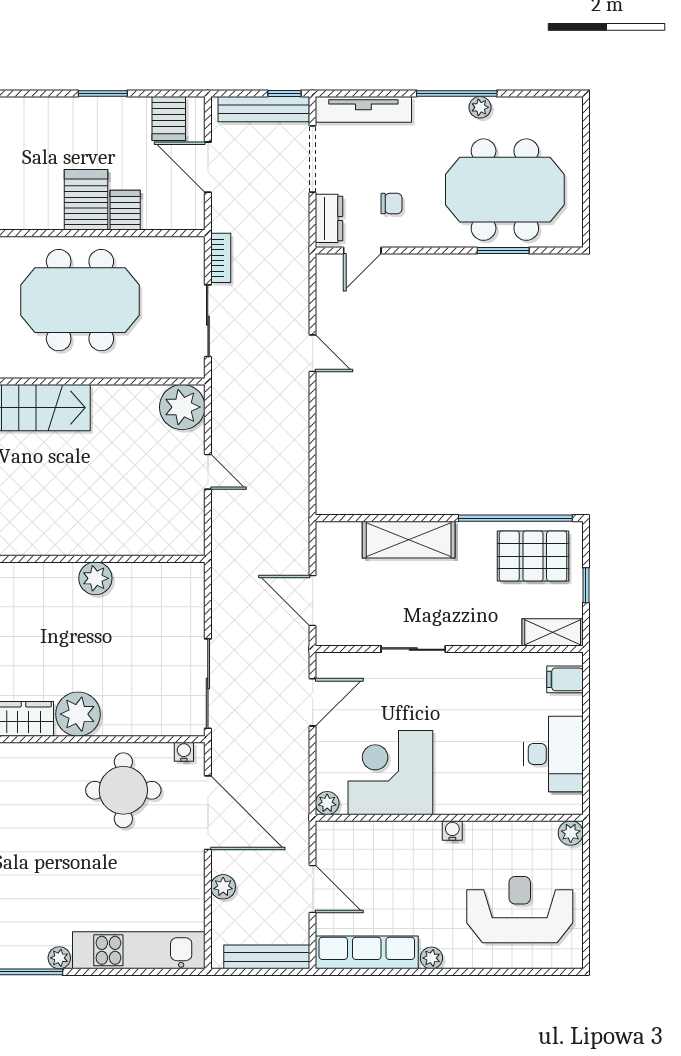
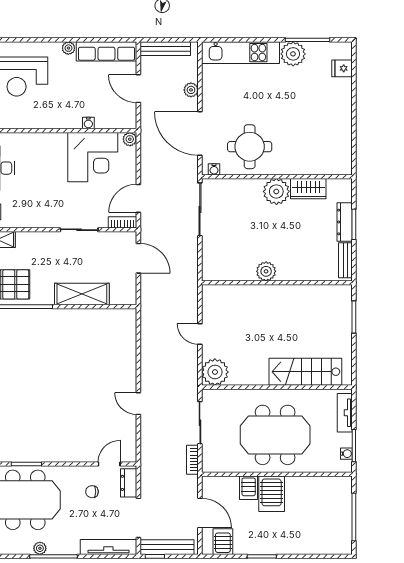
bookcase: (340, 662) -> (123, 222), added
water cooler: (452, 831) -> (88, 123), moved
plant: (59, 958) -> (293, 54), width x1.88, depth x1.88

